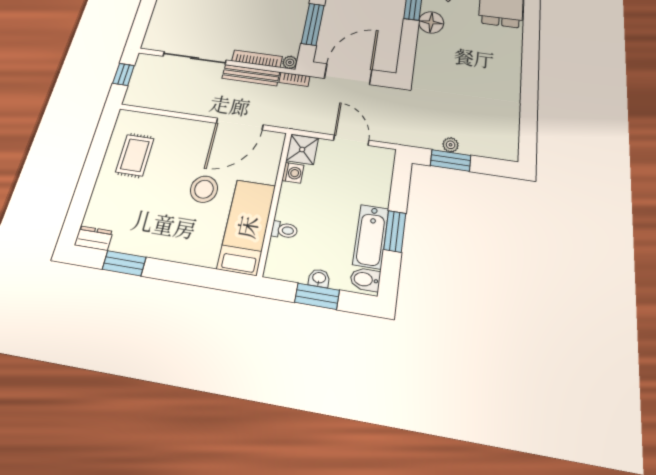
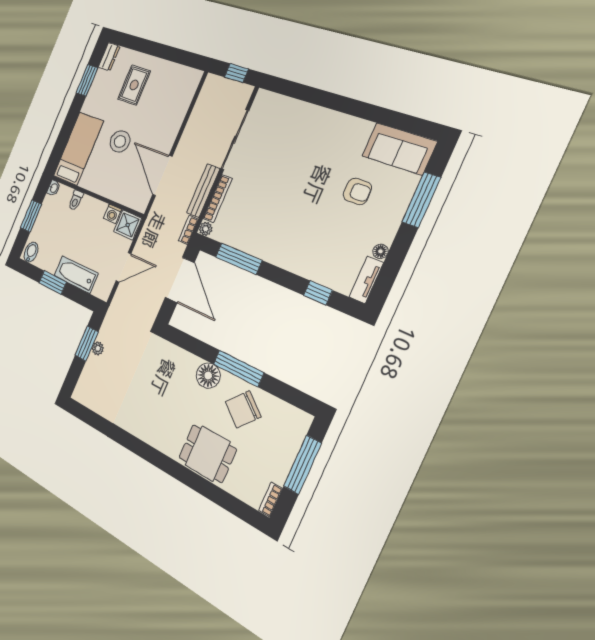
rug: (135, 155) -> (134, 85), moved, turned 90
bed: (247, 227) -> (78, 149), moved, turned -90
bathtub: (371, 236) -> (76, 275), moved
washbasin: (319, 278) -> (54, 188), moved

